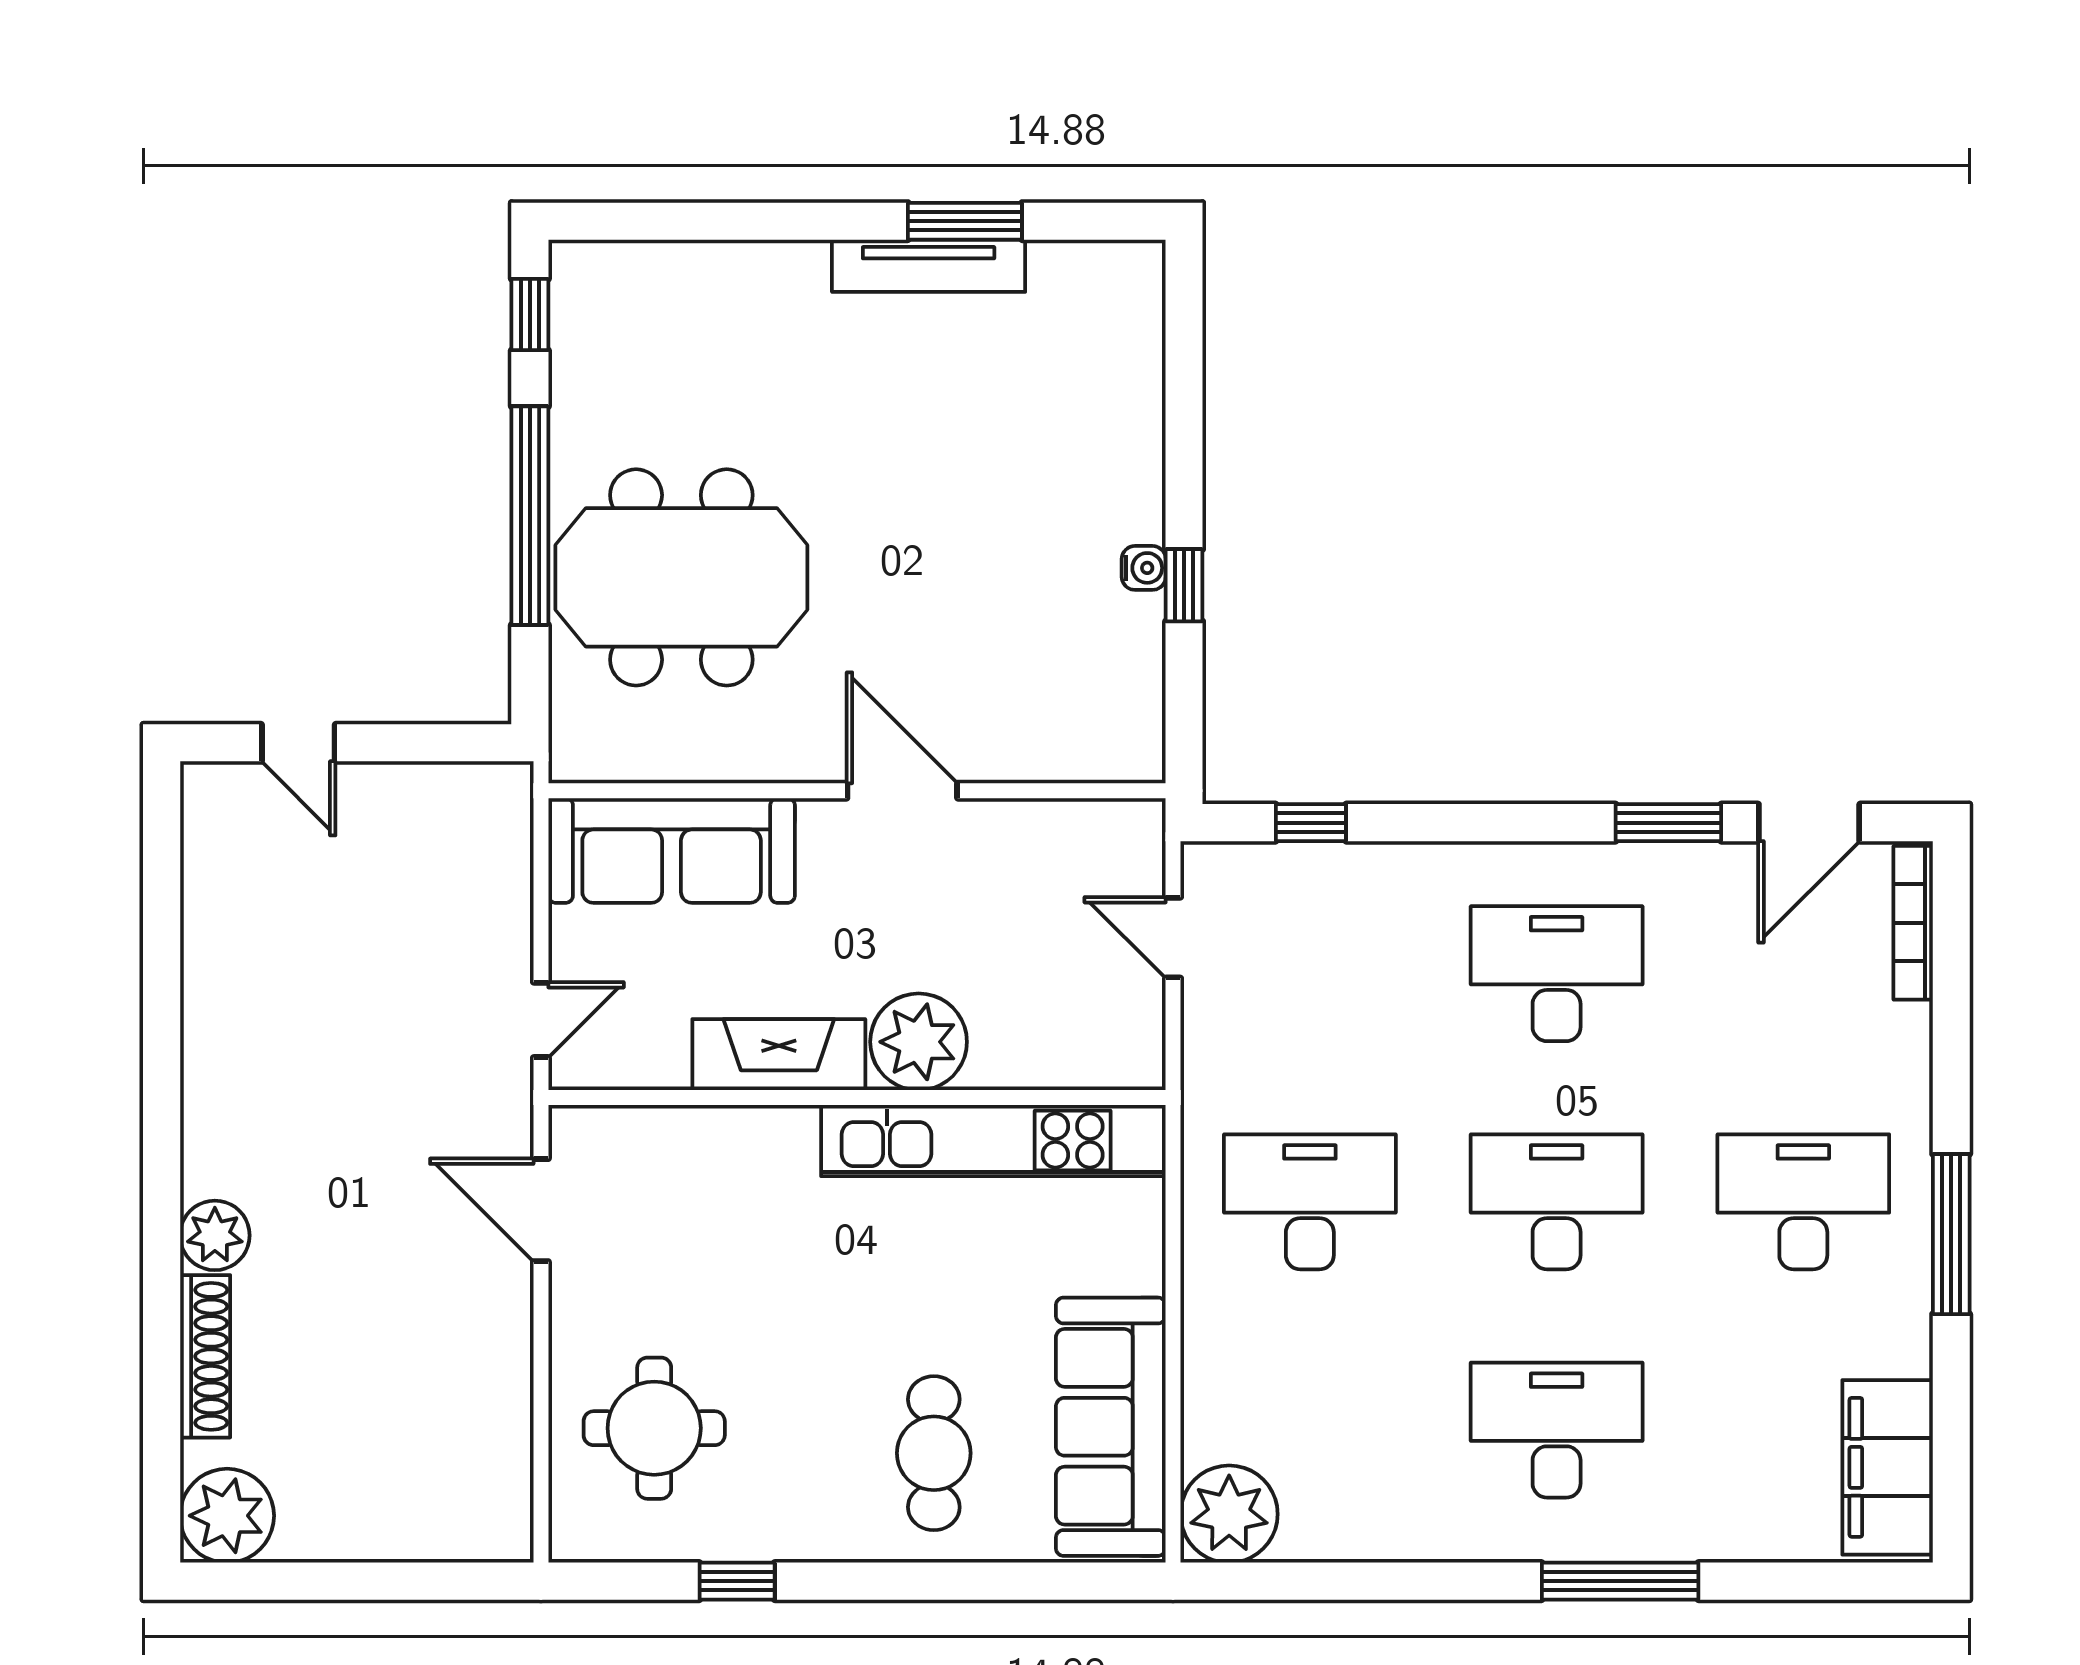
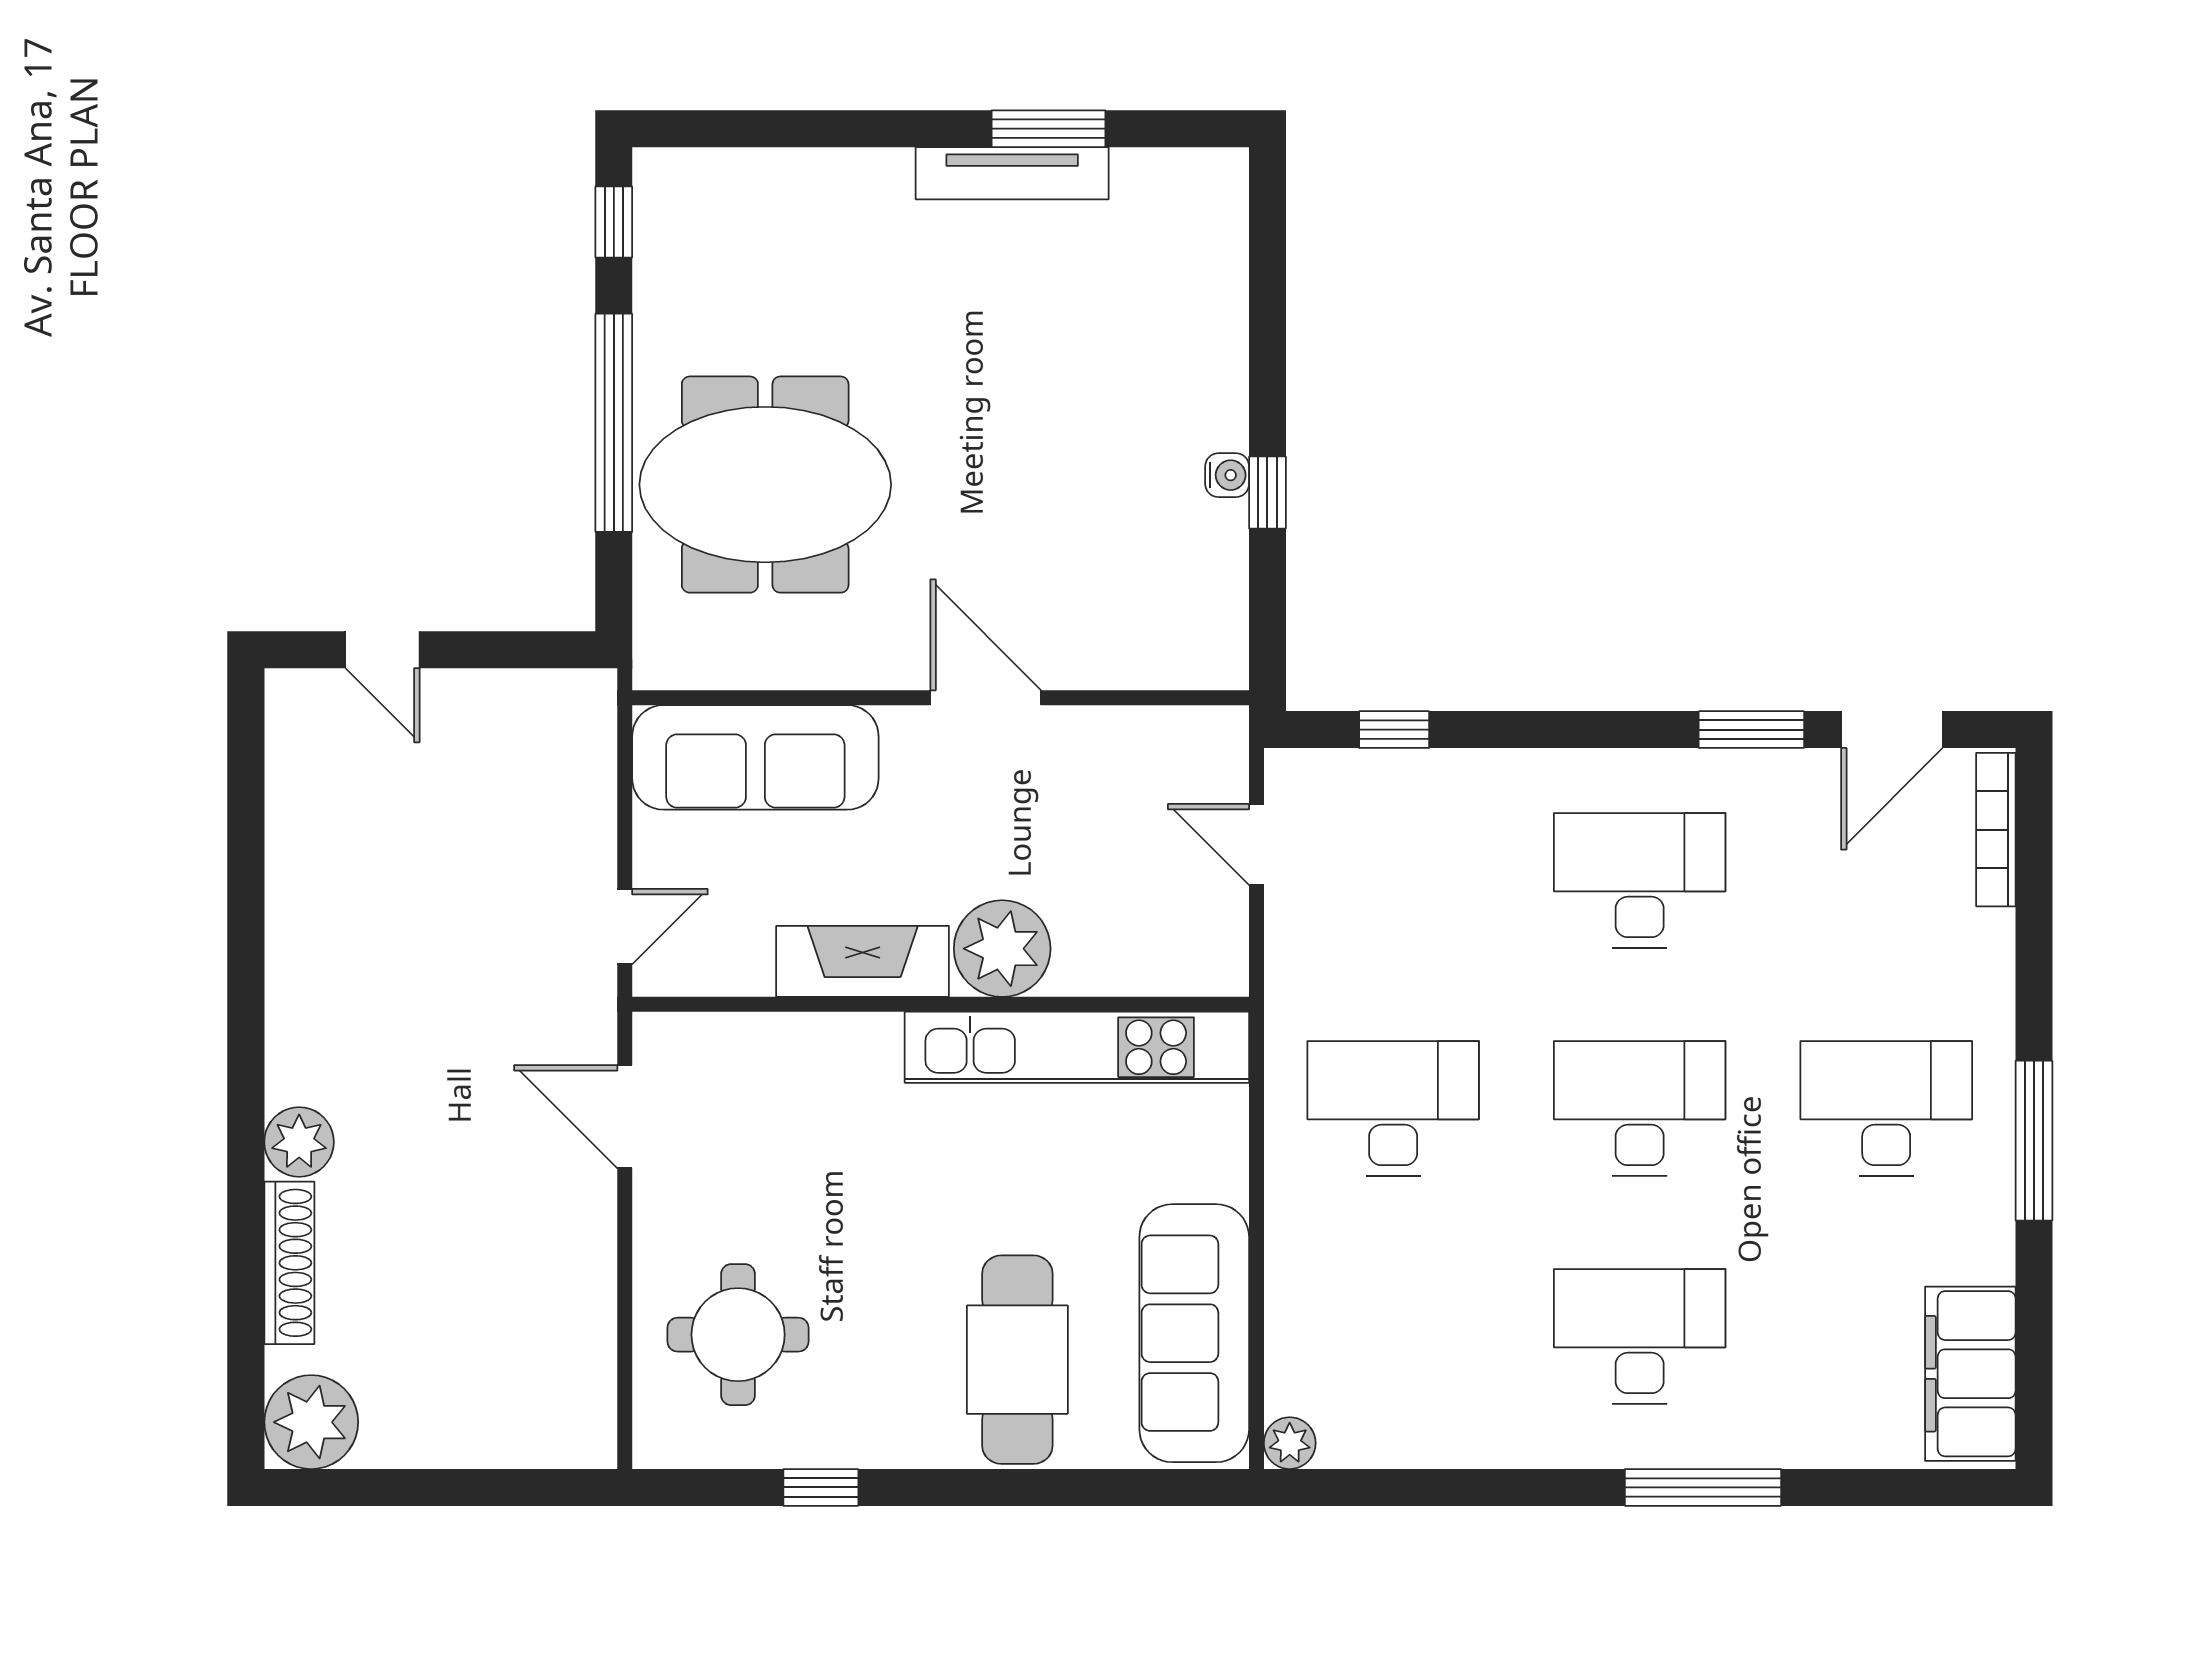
cafe table: (934, 1453) -> (1017, 1360), width x1.37, depth x1.35
plant: (1229, 1514) -> (1290, 1443), width x0.53, depth x0.53

